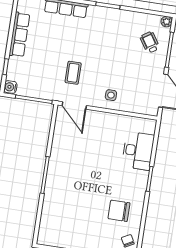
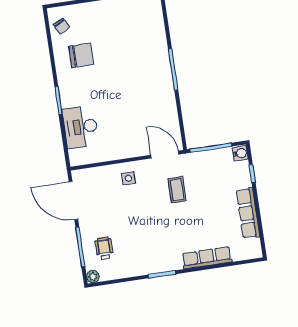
wheelchair: (150, 42) -> (104, 248), turned -147

